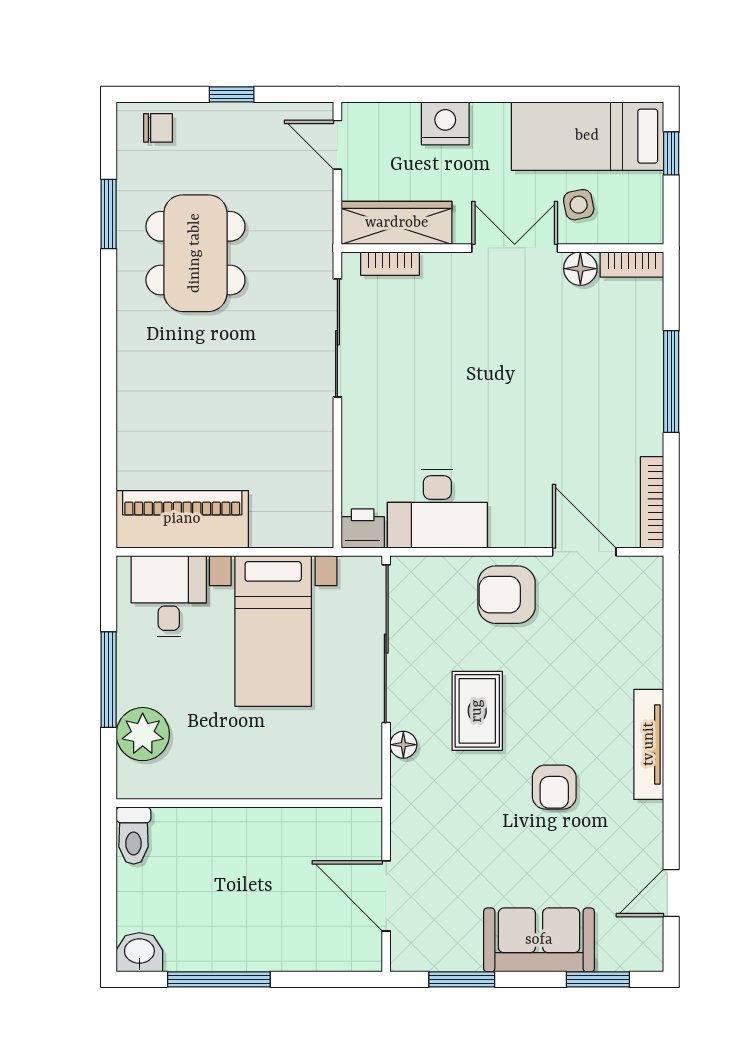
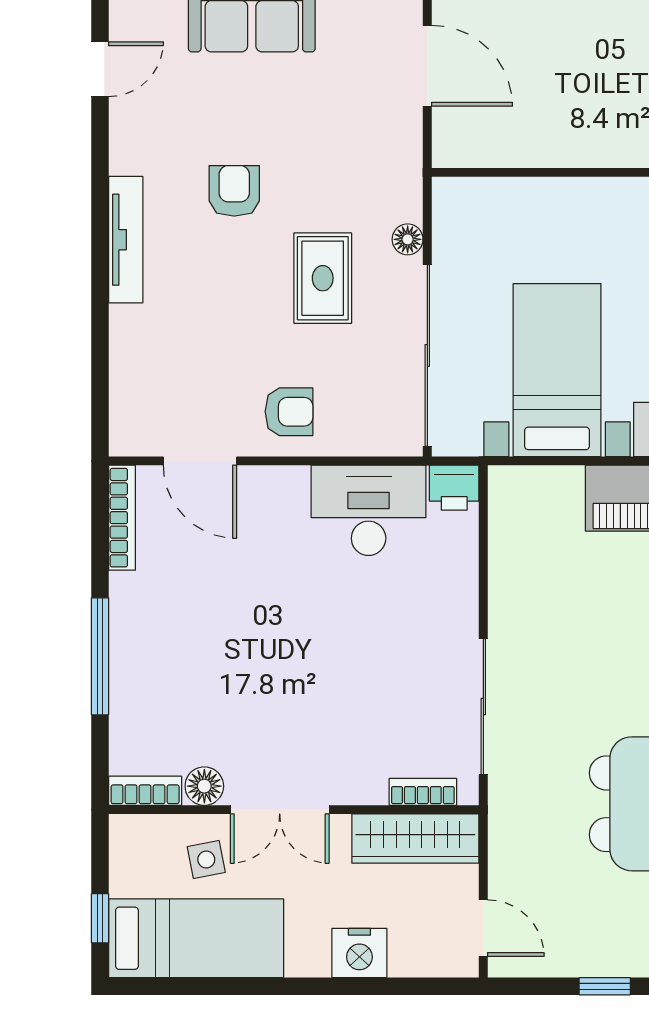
armchair: (507, 595) -> (289, 412), width x0.72, depth x0.72

